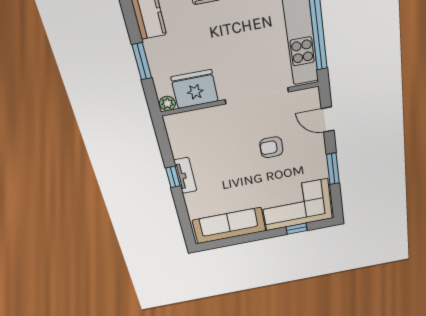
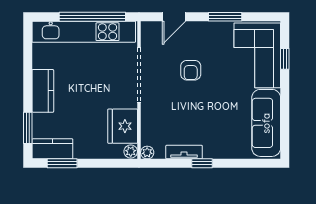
window: (142, 61) -> (62, 163), moved
plant: (171, 121) -> (147, 153), added
tv unit: (185, 176) -> (184, 152), moved

